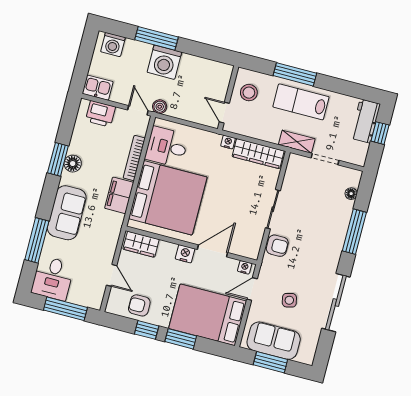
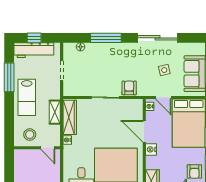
window: (295, 74) -> (9, 77), moved
door: (224, 113) -> (48, 148), hinge flipped
workbench: (365, 121) -> (34, 50), width x1.38
shelving: (297, 142) -> (55, 112), moved

